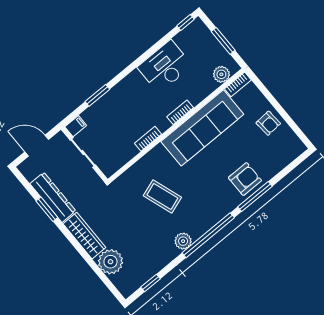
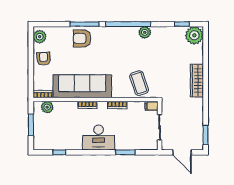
window: (185, 23) -> (59, 152), moved
desk: (165, 66) -> (99, 137), moved
filing cabinet: (76, 126) -> (152, 106), moved
plant: (292, 143) -> (40, 37), added
coffee table: (162, 196) -> (139, 83), moved
dresser: (53, 197) -> (197, 116), removed
window: (47, 209) -> (206, 135), moved
plant: (110, 262) -> (194, 35), moved

